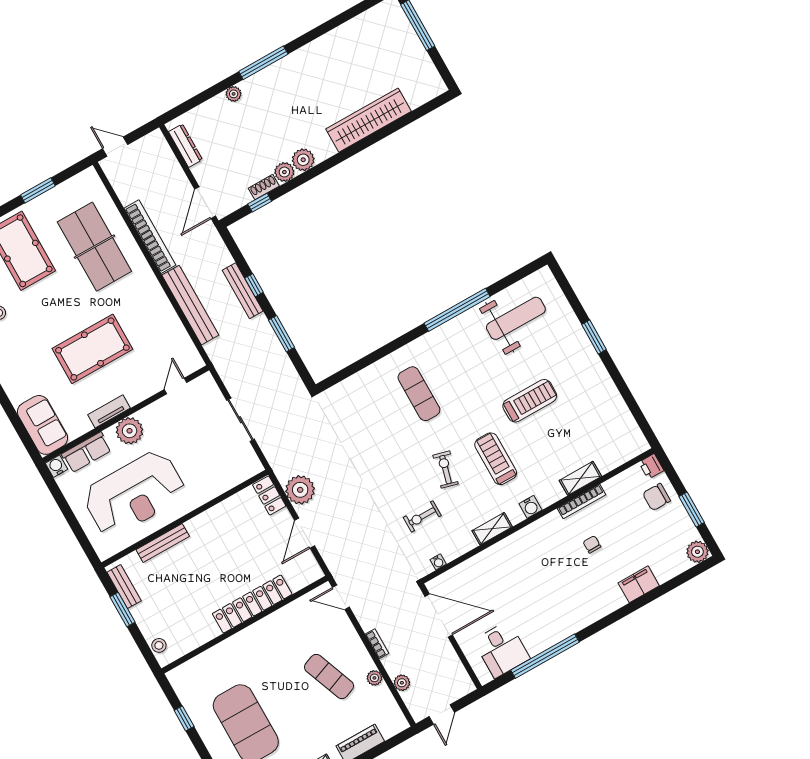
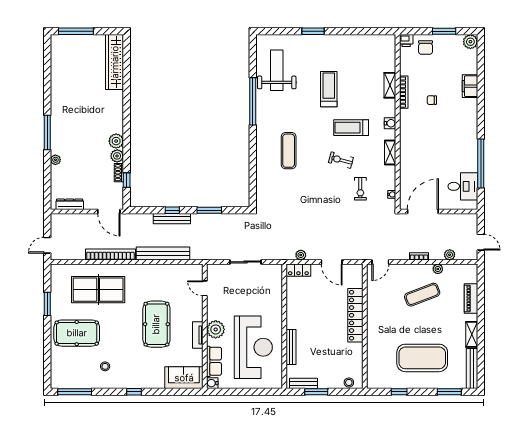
wardrobe: (369, 120) -> (115, 62), moved
exercise mat: (419, 394) -> (289, 151), turned 90
plant: (300, 490) -> (301, 255), width x0.53, depth x0.53

